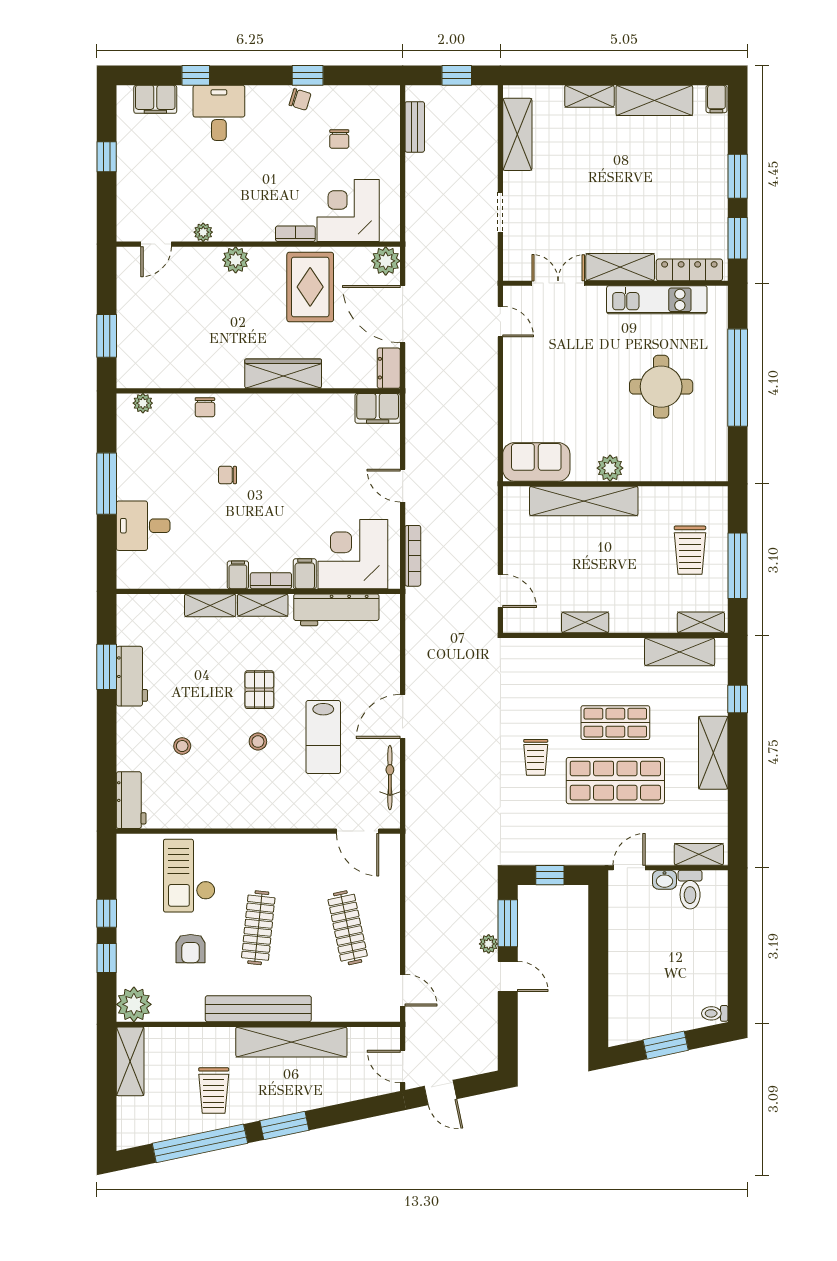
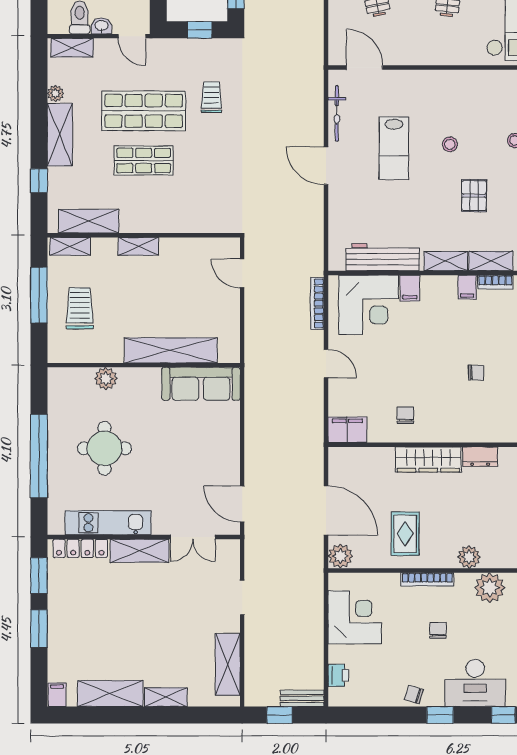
window: (308, 75) -> (440, 715), moved
desk: (219, 113) -> (475, 683), width x1.37
printer: (388, 122) -> (338, 675), added
bench: (415, 127) -> (302, 698), moved, turned 90
chair: (339, 139) -> (438, 630), moved
corner desk: (348, 211) -> (355, 617), moved, turned -90
plant: (203, 232) -> (490, 588), width x1.88, depth x1.88
bookcase: (295, 234) -> (427, 579), width x1.56
rug: (310, 287) -> (405, 534), width x0.73, depth x0.70
door: (500, 322) -> (242, 504), width x1.37
dresser: (389, 368) -> (480, 457), moved, turned 90
chair: (205, 407) -> (405, 415), moved
sofa: (536, 462) -> (201, 384), width x1.36
plant: (610, 468) -> (106, 379), moved
bookcase: (271, 581) -> (495, 282), moved
shelving: (585, 622) -> (138, 246), moved
pallet: (259, 690) -> (474, 196), moved
door: (403, 716) -> (326, 166), swing flipped
lab bench: (323, 737) -> (394, 148), turned 180
trolley: (536, 757) -> (211, 97), moved
plant: (718, 801) -> (55, 93), added
door: (629, 868) -> (132, 36), hinge flipped

